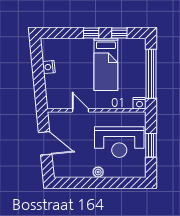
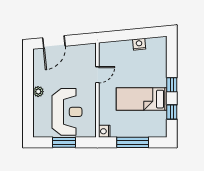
window: (151, 74) -> (133, 142), width x0.68
reception desk: (119, 142) -> (67, 112), turned 180
door: (45, 143) -> (54, 42), moved

